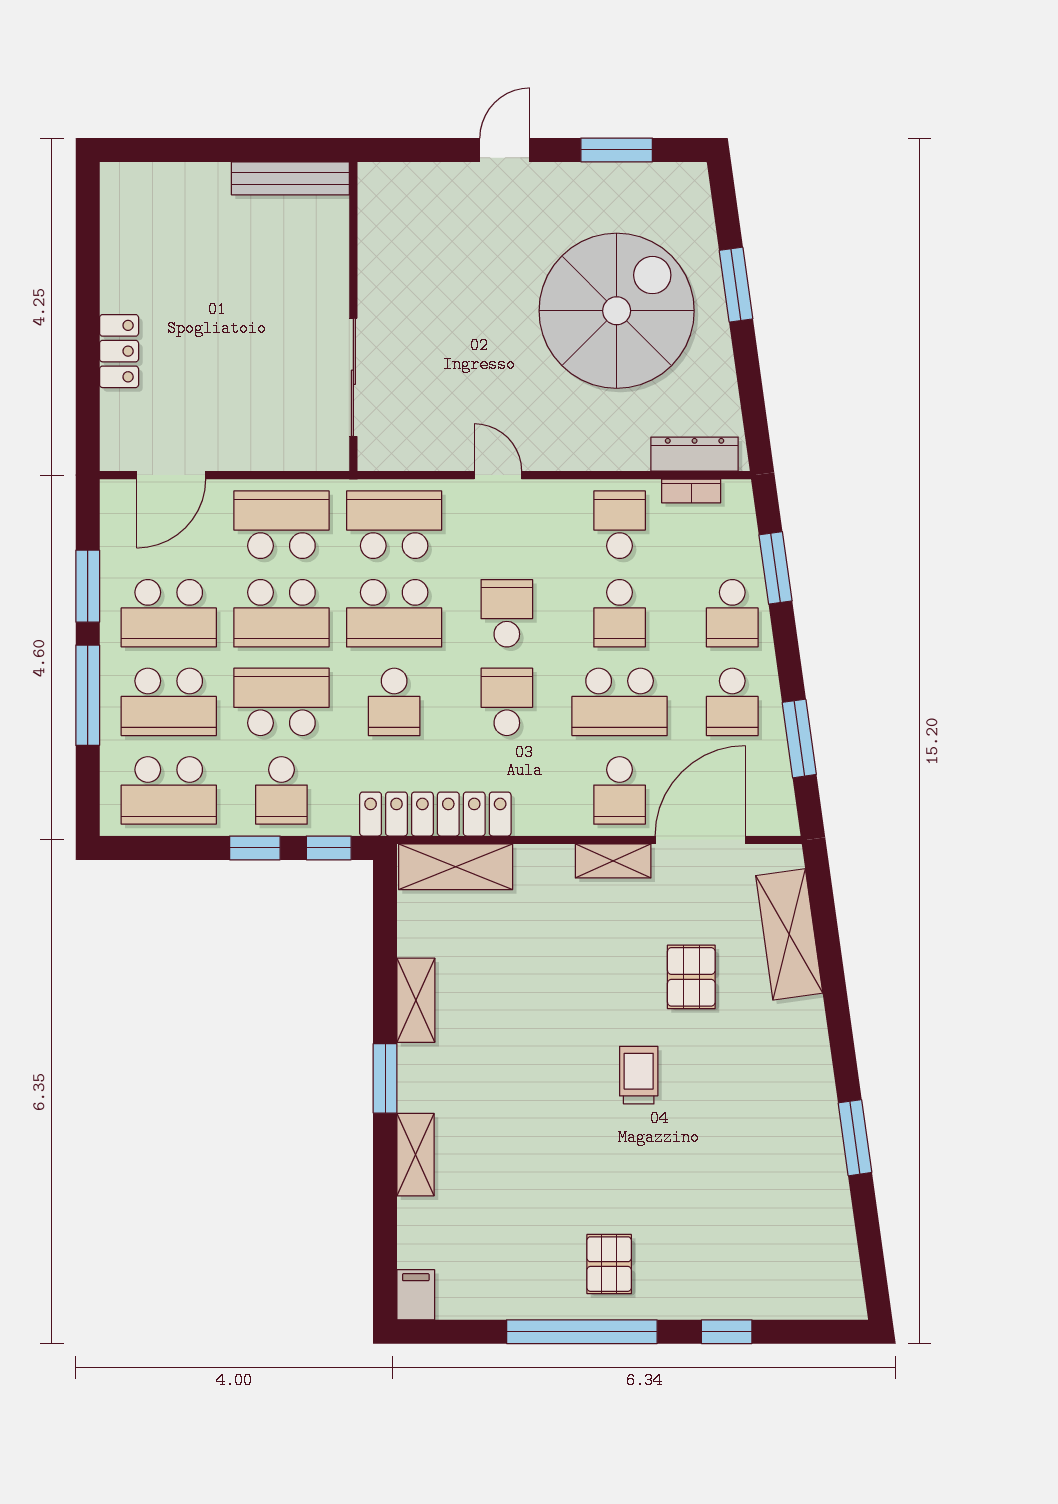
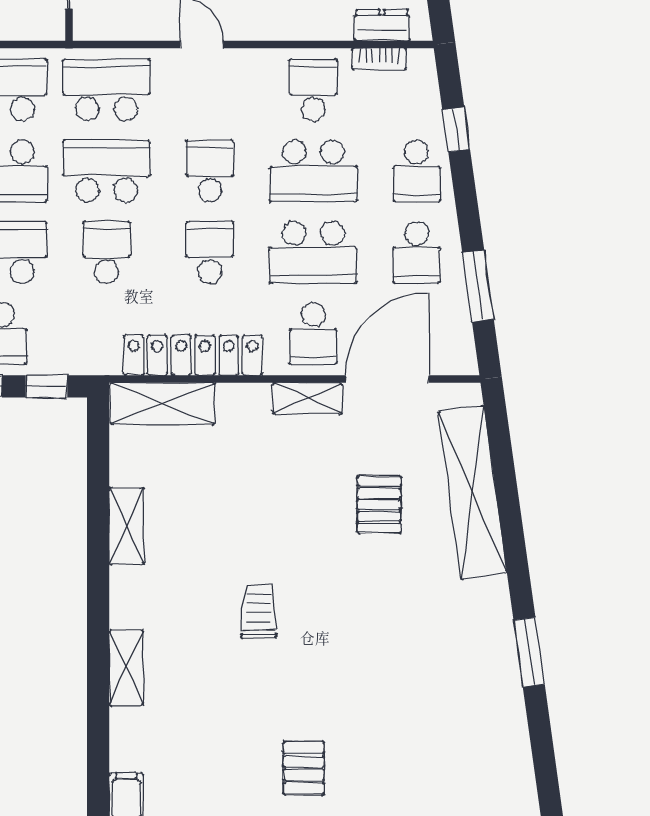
dresser: (695, 454) -> (382, 25), width x0.70
window: (775, 568) -> (456, 130), width x0.67
school desk: (394, 613) -> (106, 171), turned 180
school desk: (620, 613) -> (313, 171), width x1.85
school desk: (394, 702) -> (106, 252), turned 180
locker: (435, 814) -> (193, 355), moved
shelving: (789, 934) -> (473, 492), width x1.47
trolley: (639, 1075) -> (259, 612), moved
window: (385, 1078) -> (98, 598), removed

